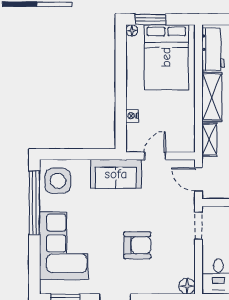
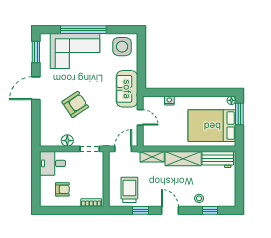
window: (34, 203) -> (83, 30), moved
armchair: (137, 245) -> (75, 104), turned -124
floor lamp: (187, 286) -> (67, 141), moved

